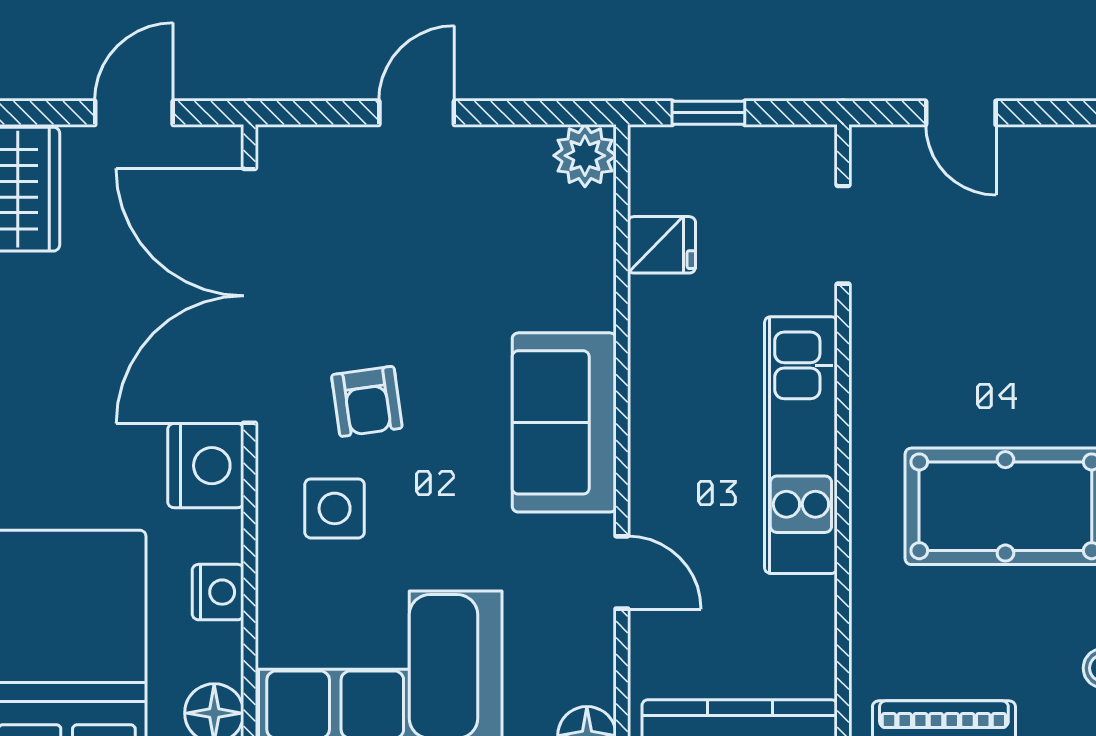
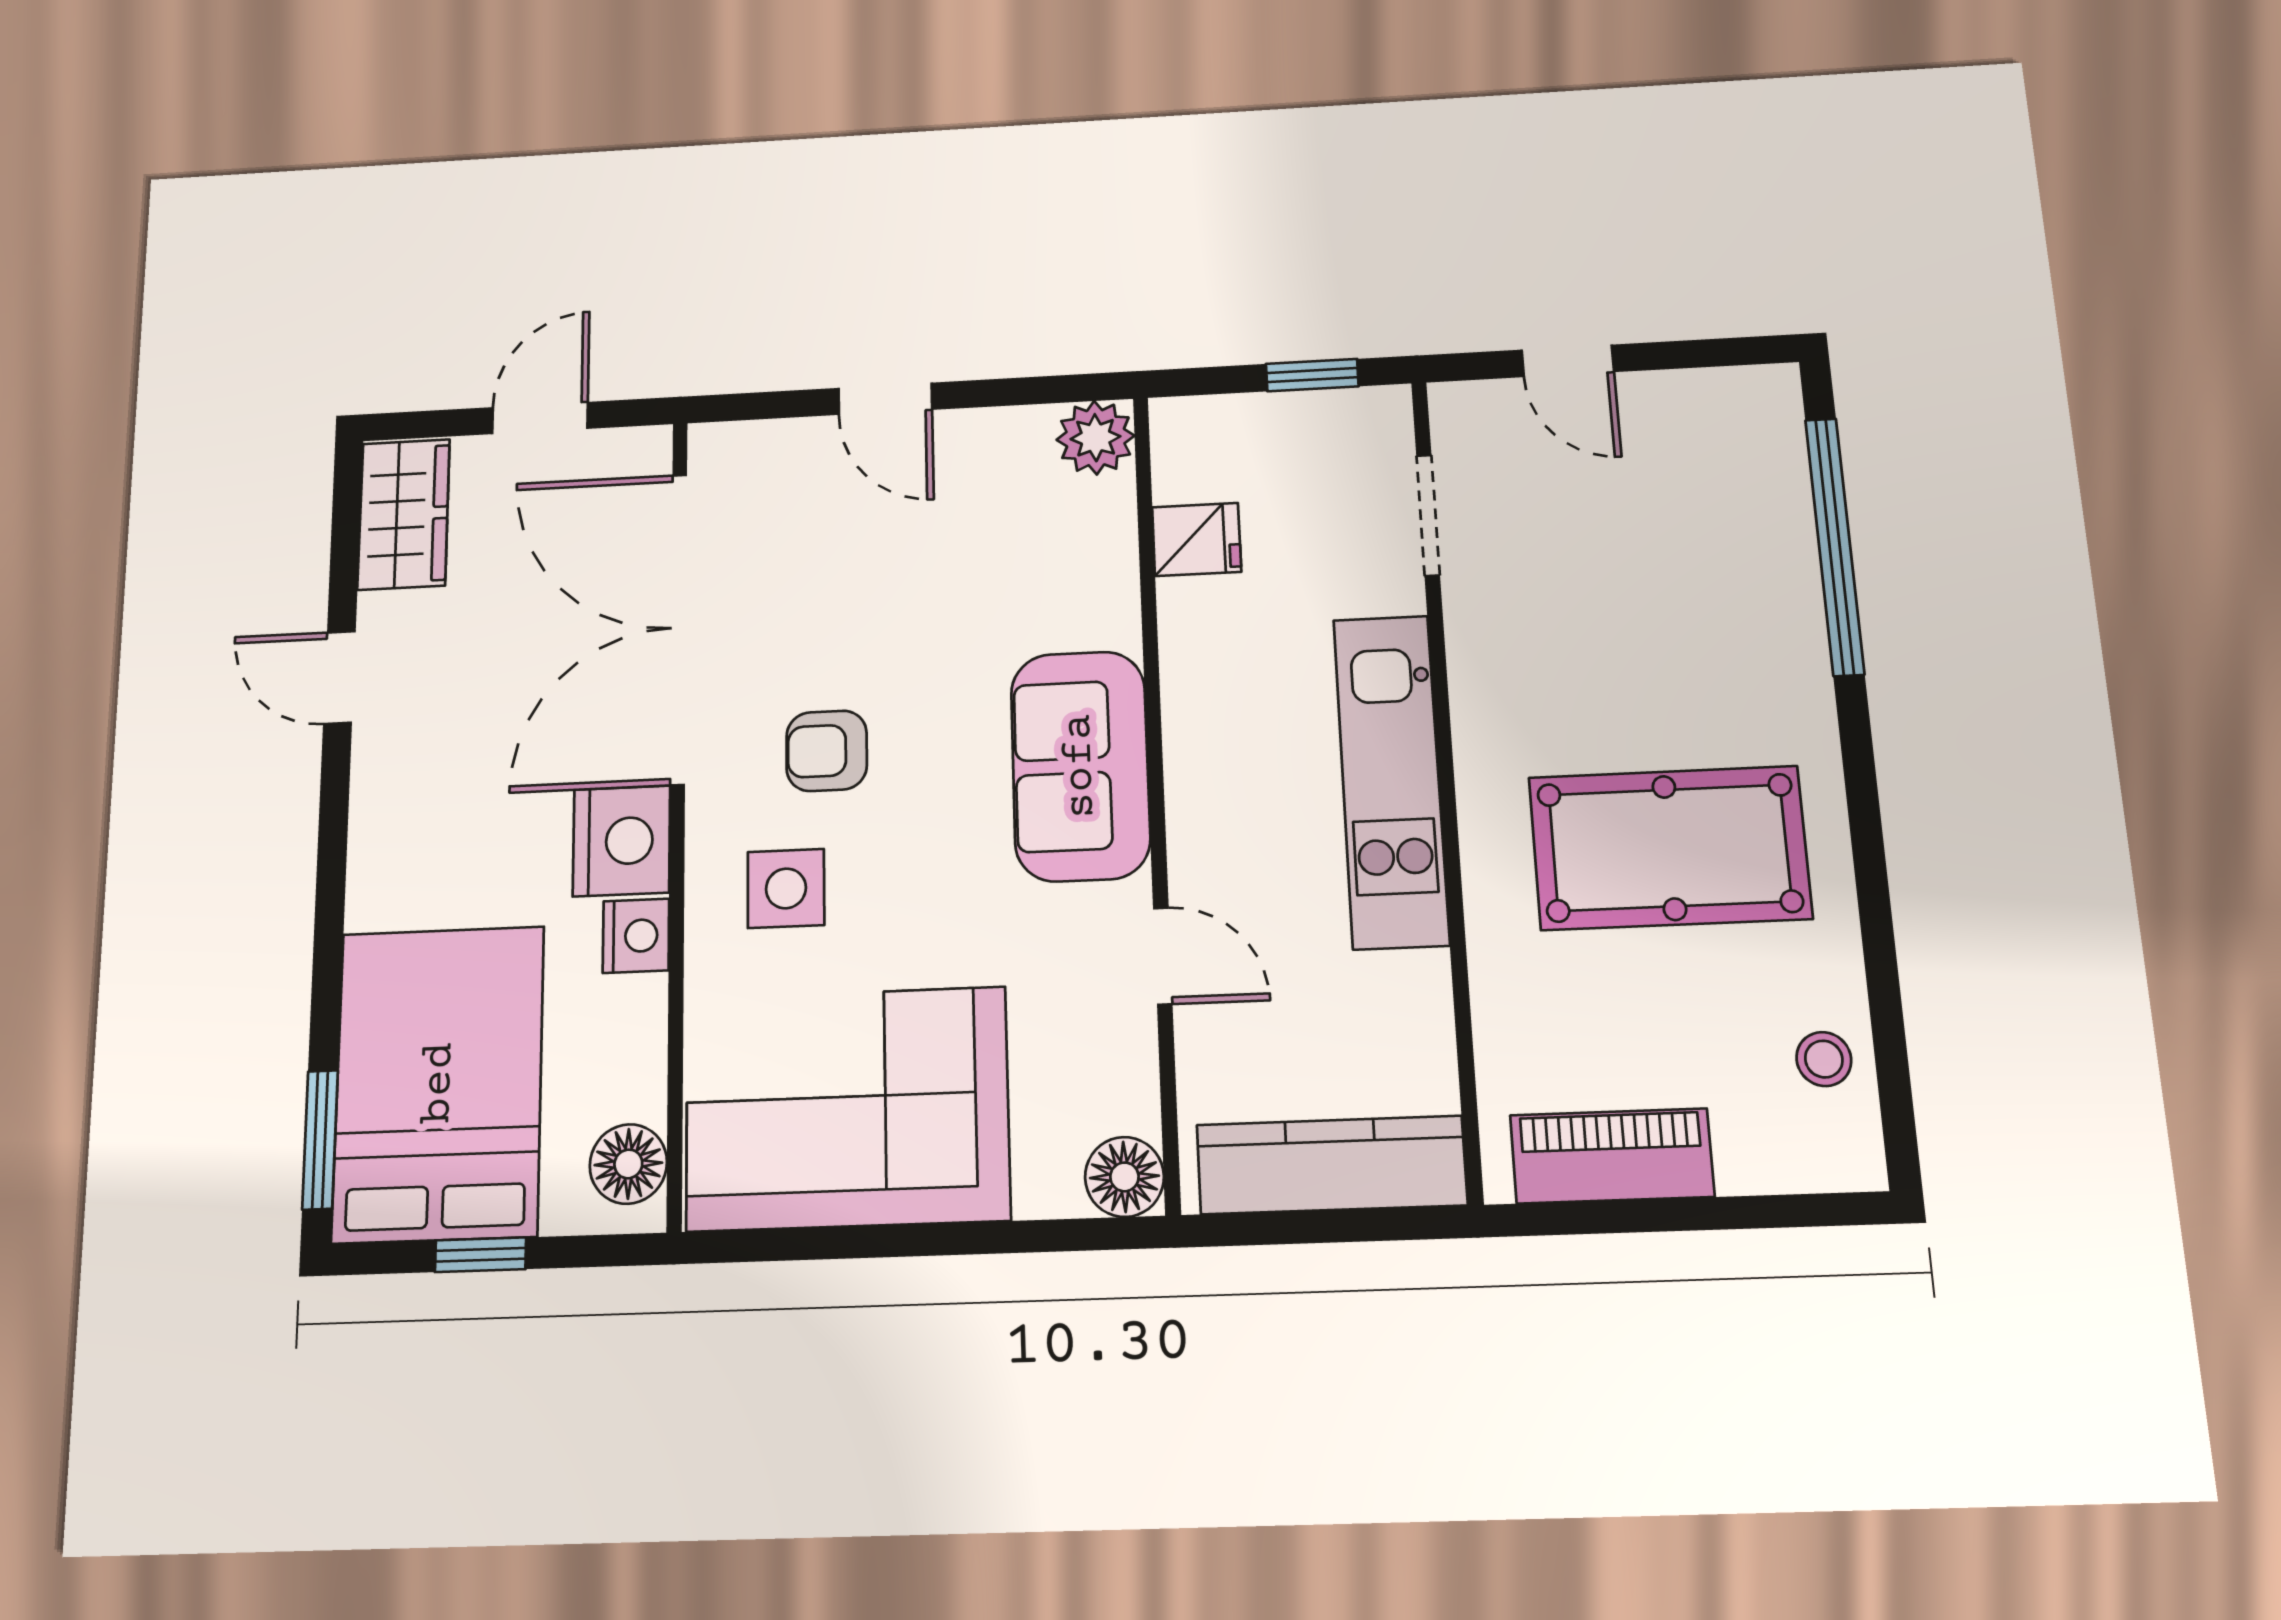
door: (417, 113) -> (885, 399), swing flipped
window: (708, 113) -> (1312, 375), moved
armchair: (367, 401) -> (827, 751), turned 98
nightstand: (218, 592) -> (636, 936), moved

